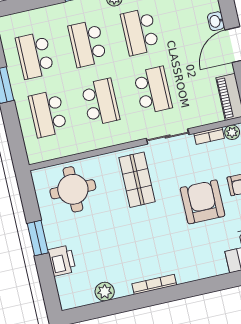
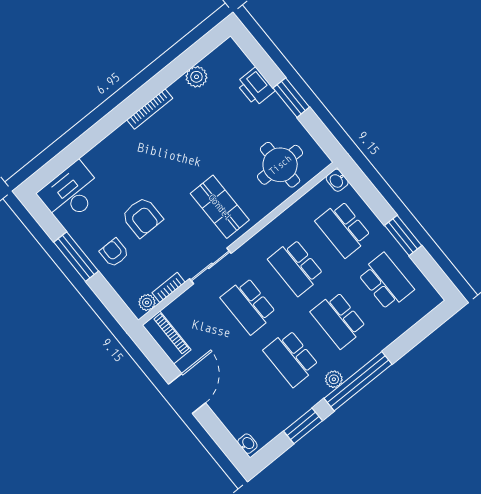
washbasin: (216, 21) -> (337, 180), moved, turned 180
school desk: (140, 32) -> (291, 358), turned 180
school desk: (87, 44) -> (339, 320), turned 180
school desk: (48, 114) -> (343, 229), turned 180
armchair: (203, 202) -> (142, 217), width x0.73, depth x0.73

